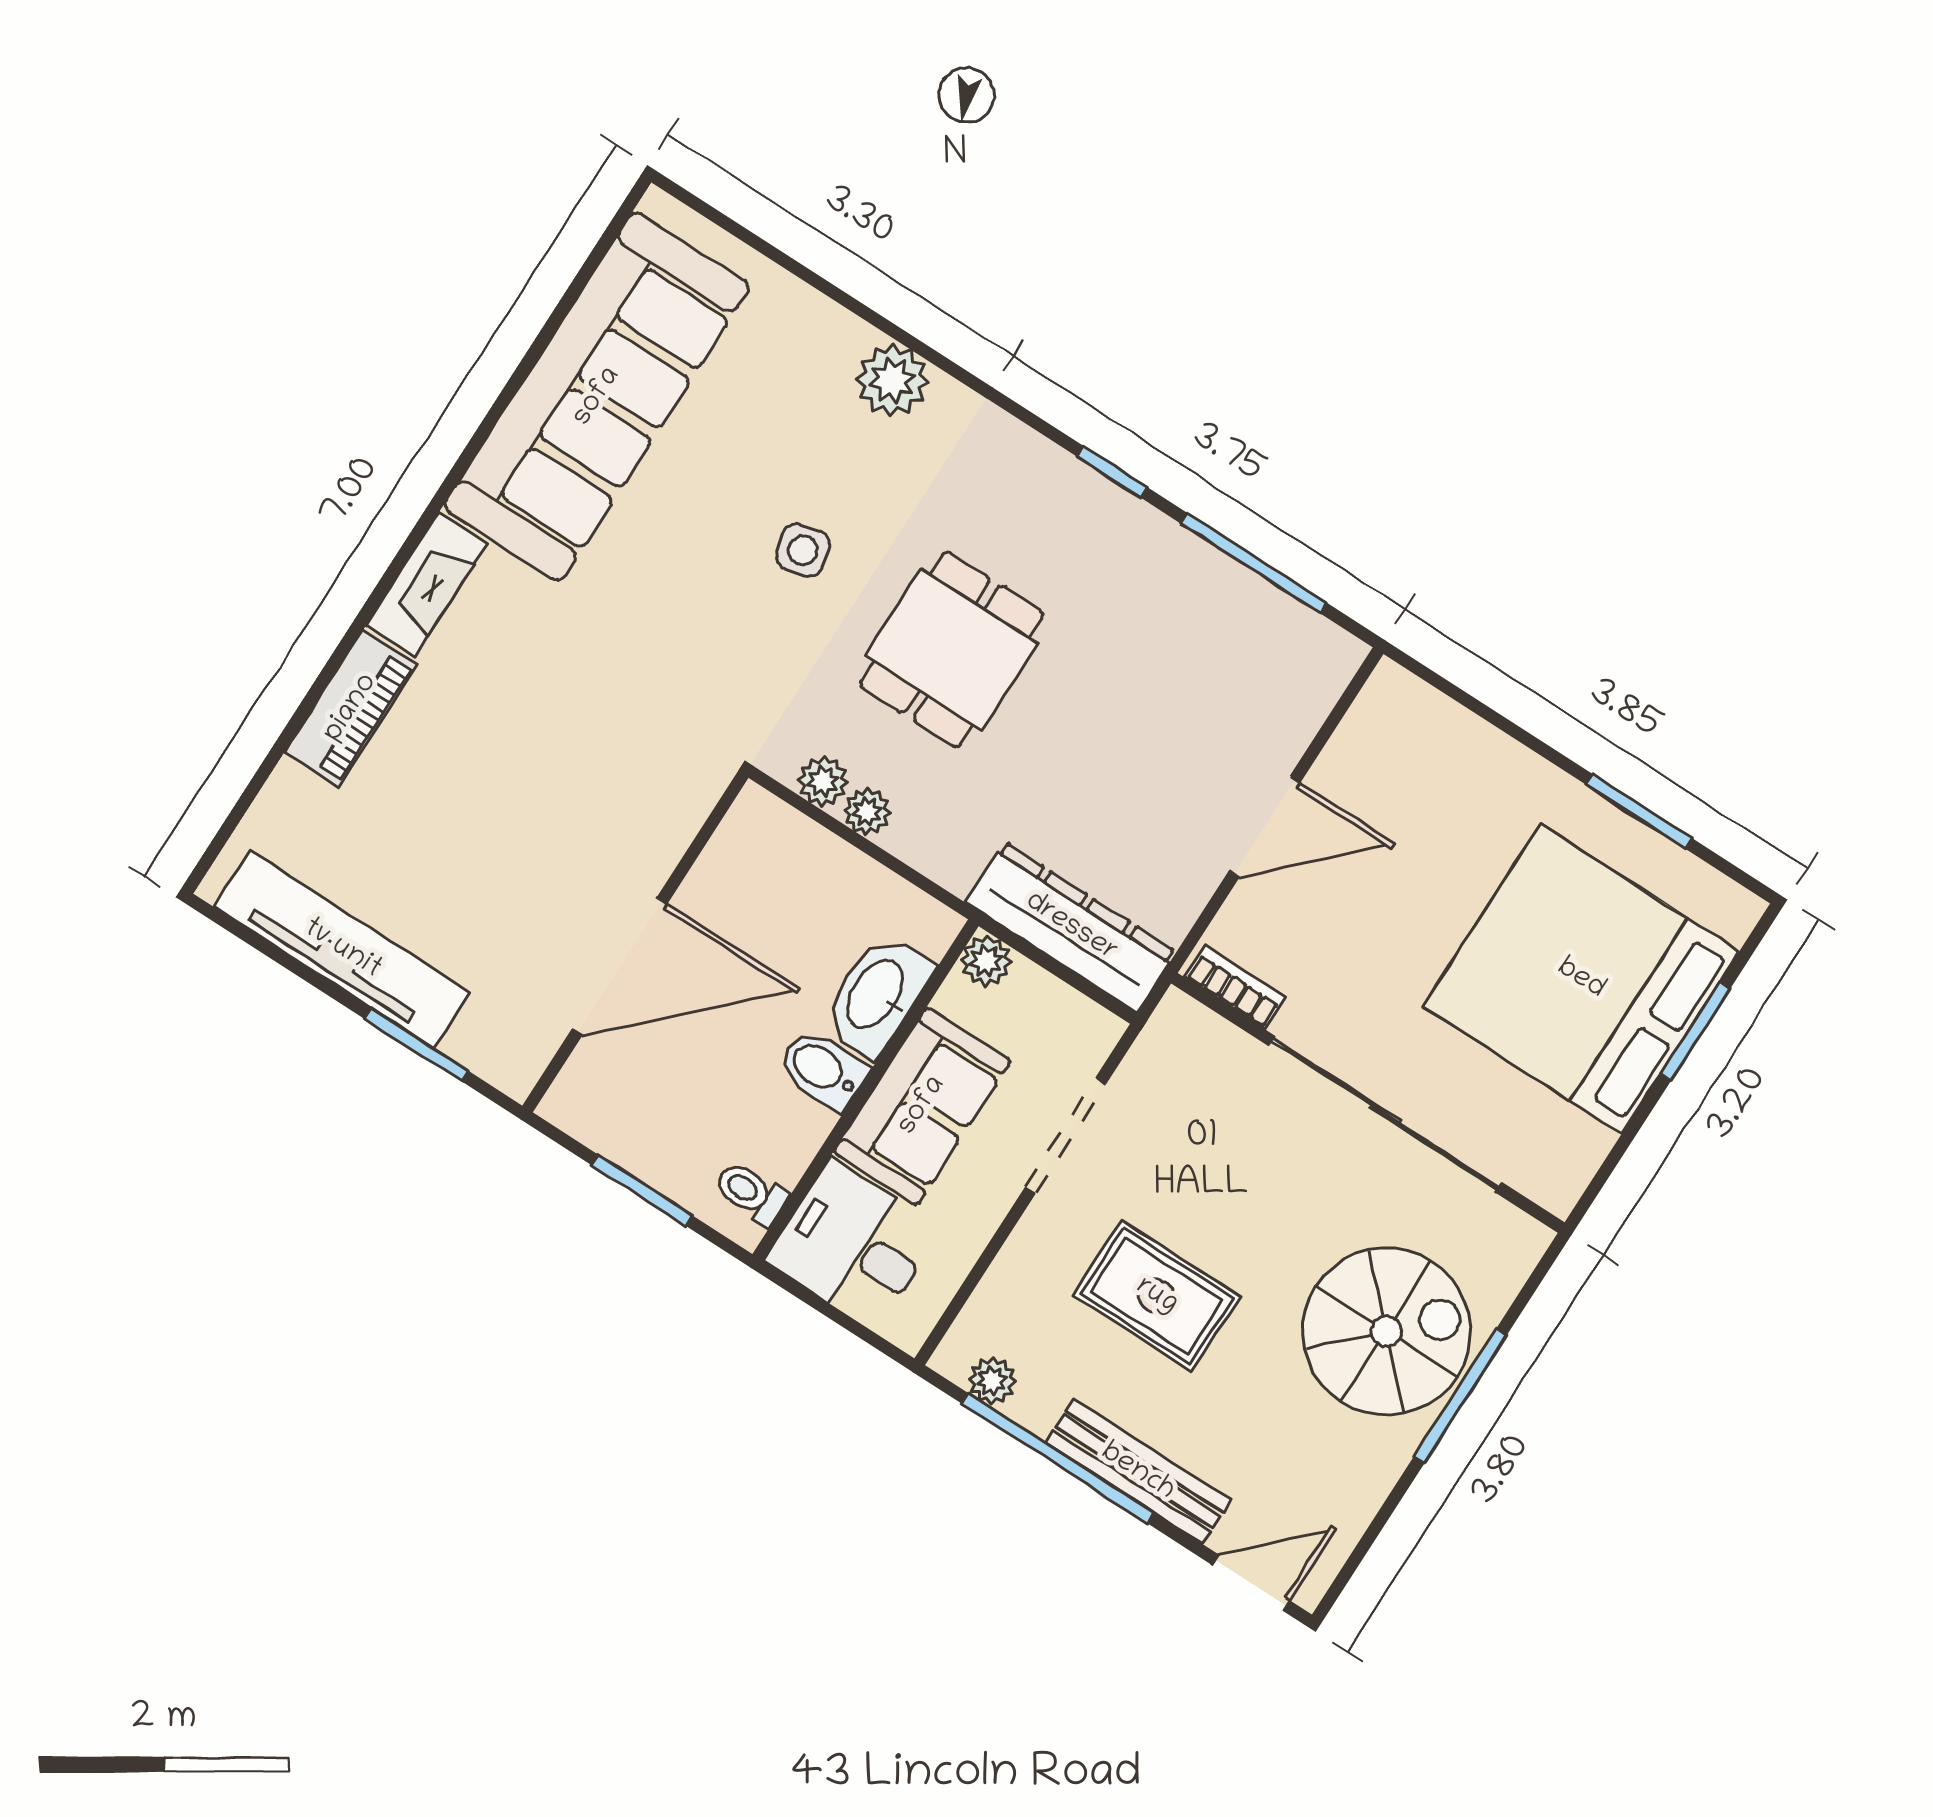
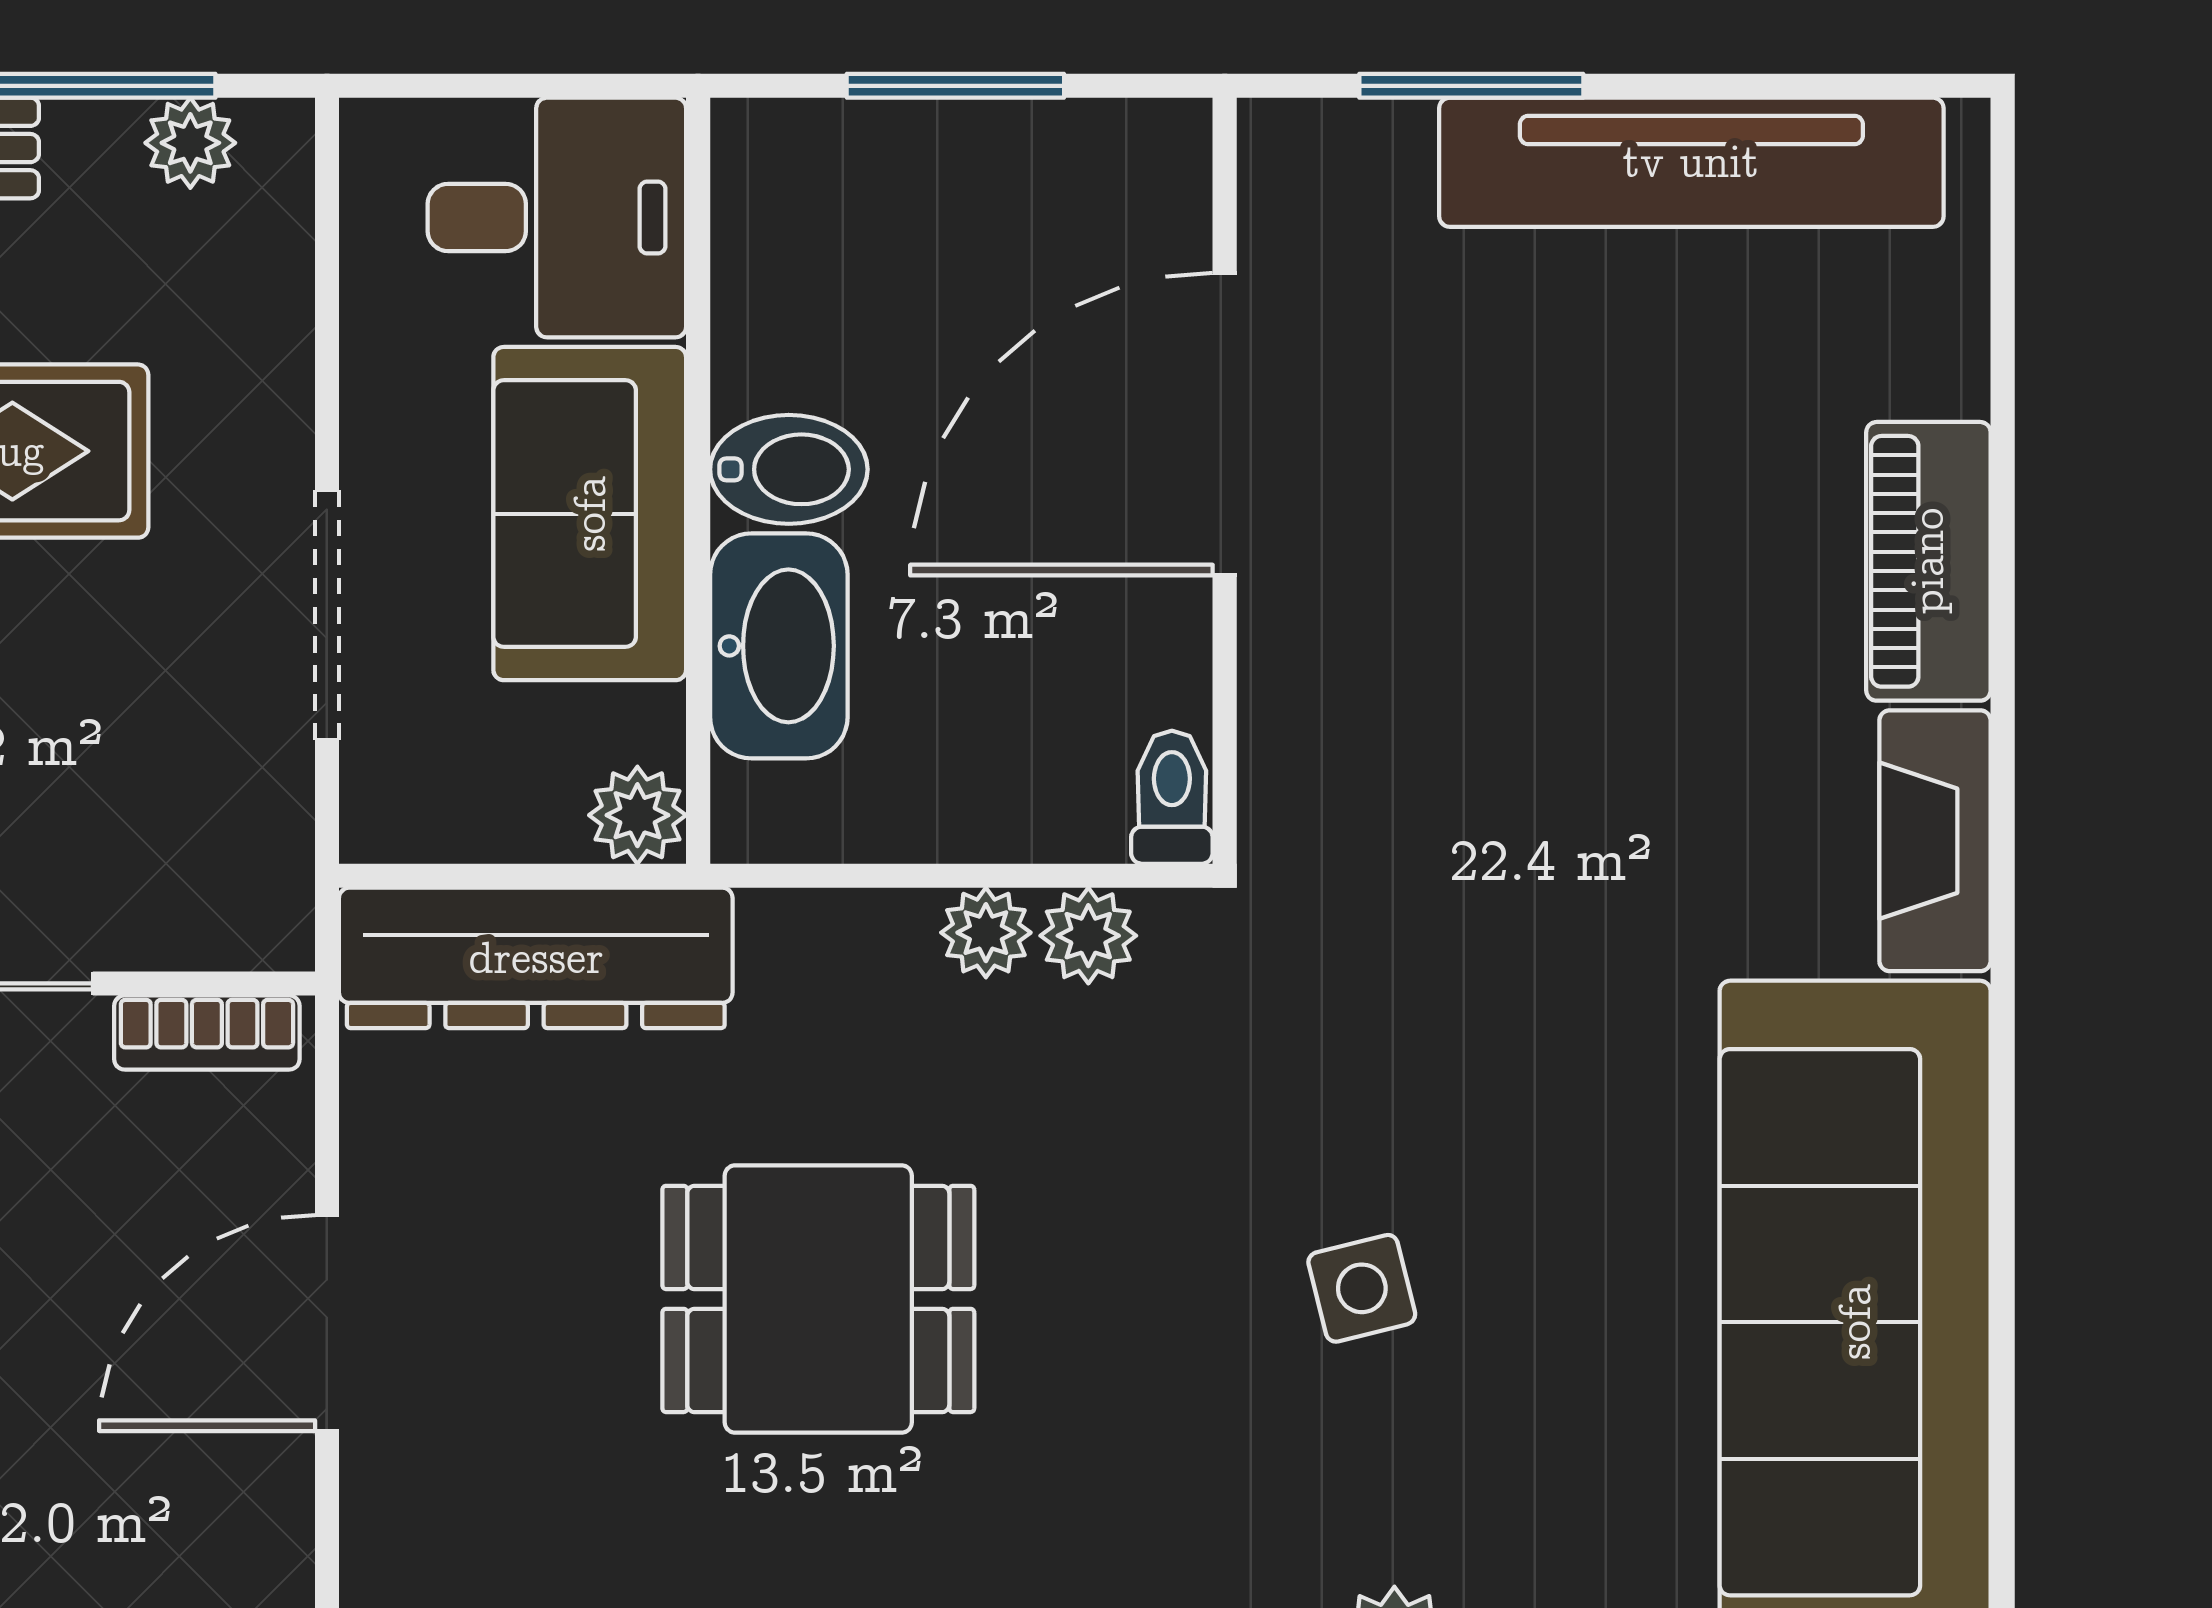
dining table: (952, 649) -> (818, 1299), moved, turned 90
toilet: (751, 1193) -> (1172, 797), moved, turned -90

